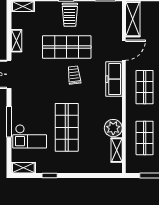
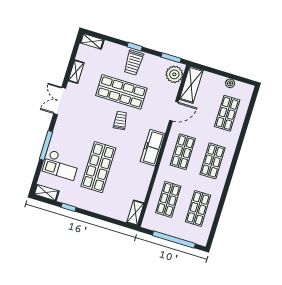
freezer: (114, 79) -> (153, 148), moved
plant: (113, 128) -> (174, 74), moved
shelving: (117, 150) -> (135, 213), moved

